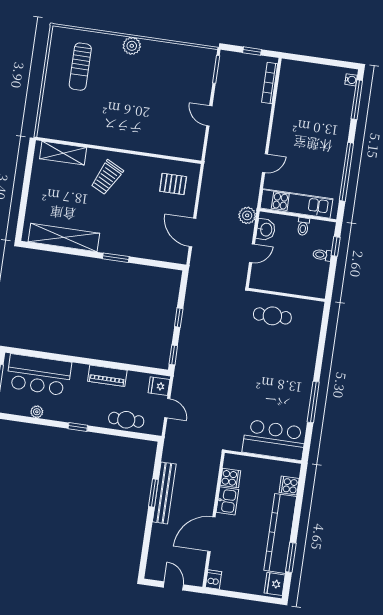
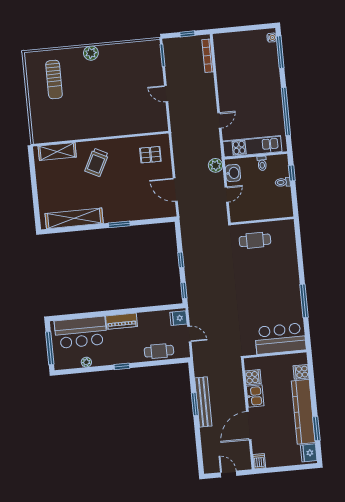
piano: (107, 376) -> (122, 321), moved

